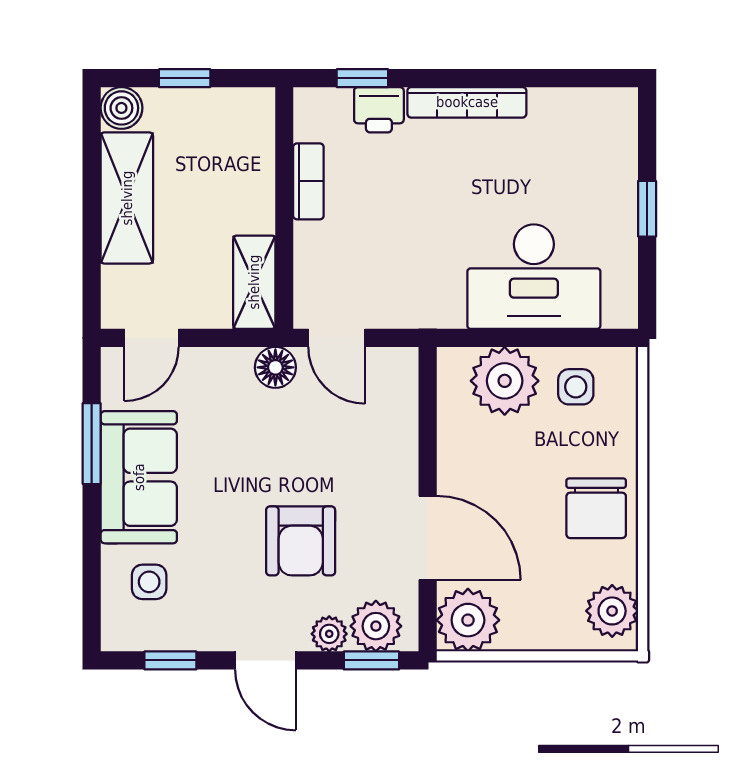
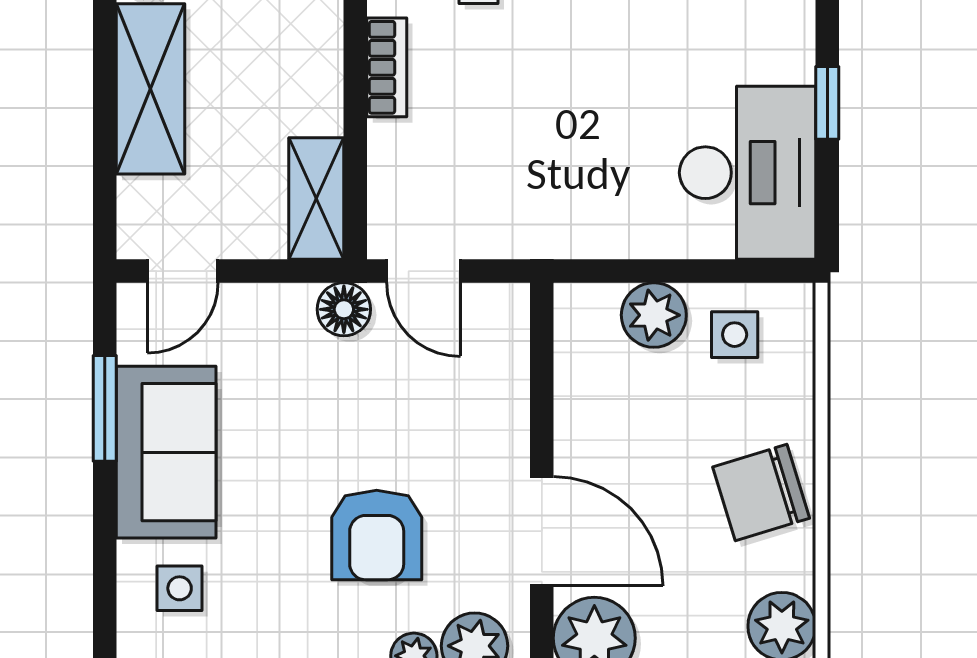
desk: (534, 277) -> (748, 173), moved, turned -90
plant: (505, 381) -> (654, 315), width x0.73, depth x0.73
chair: (596, 508) -> (761, 493), turned 73

